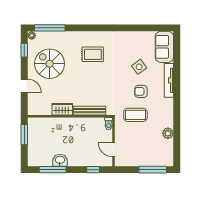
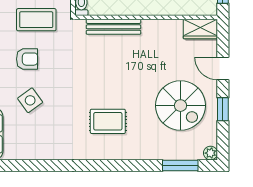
window: (50, 28) -> (180, 166), width x0.69
window: (24, 50) -> (223, 109), moved
wardrobe: (62, 109) -> (200, 29), moved

